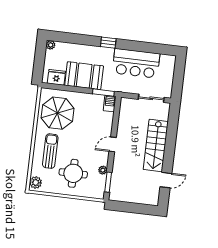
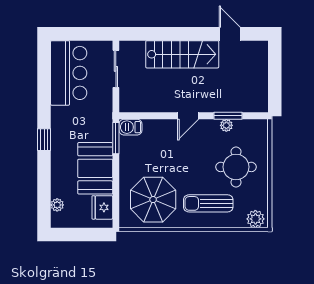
plant: (51, 45) -> (57, 205), moved
bar counter: (136, 63) -> (69, 73), moved
door: (113, 144) -> (188, 116), hinge flipped
window: (108, 182) -> (228, 116), moved

